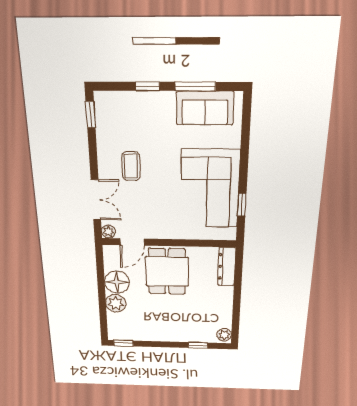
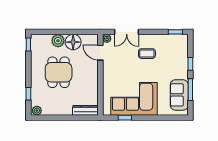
dining table: (167, 271) -> (59, 72), moved, turned 90

